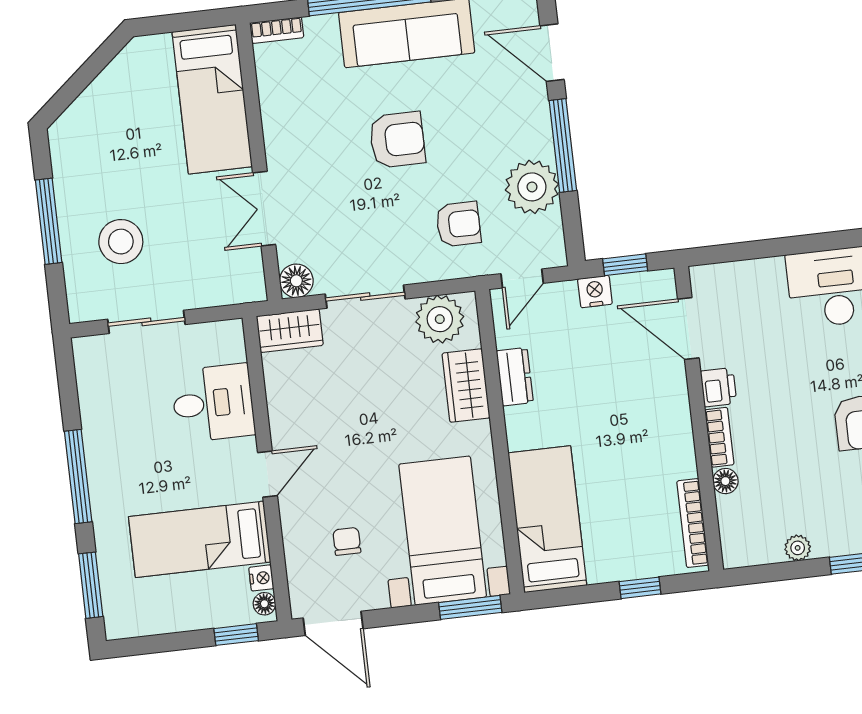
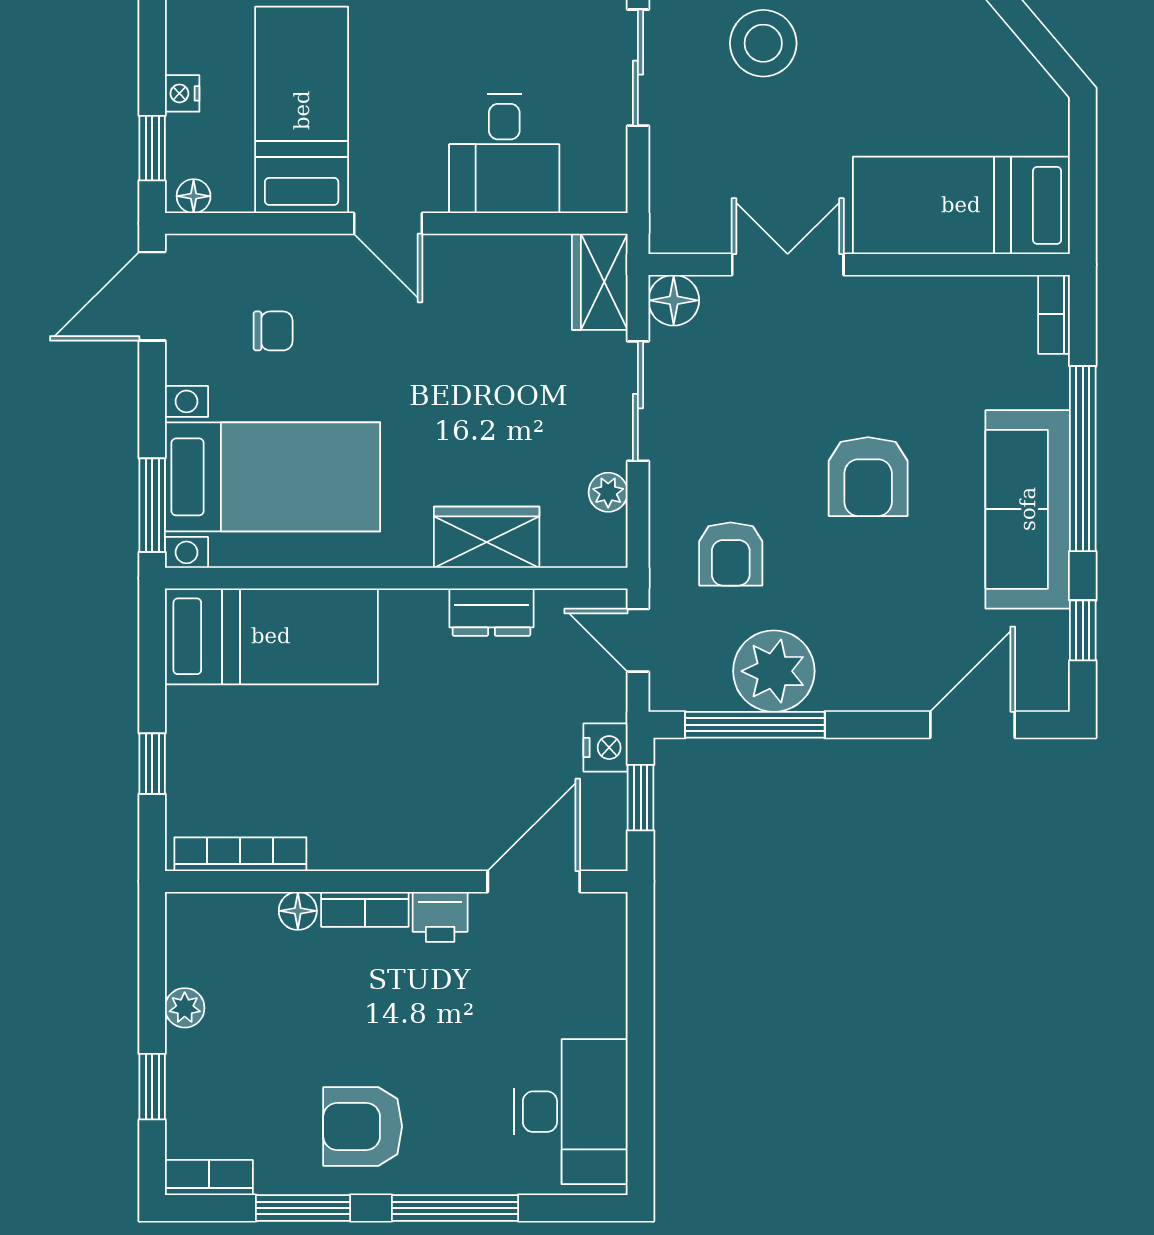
window: (563, 146) -> (755, 725), moved
plant: (440, 319) -> (608, 492), width x0.53, depth x0.53
nightstand: (261, 578) -> (182, 93), moved, turned 90

